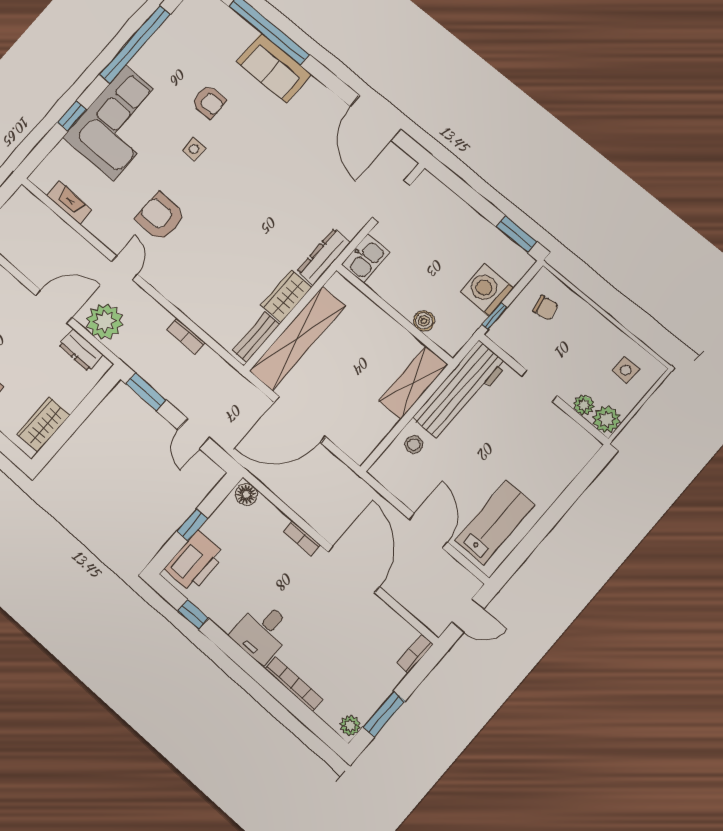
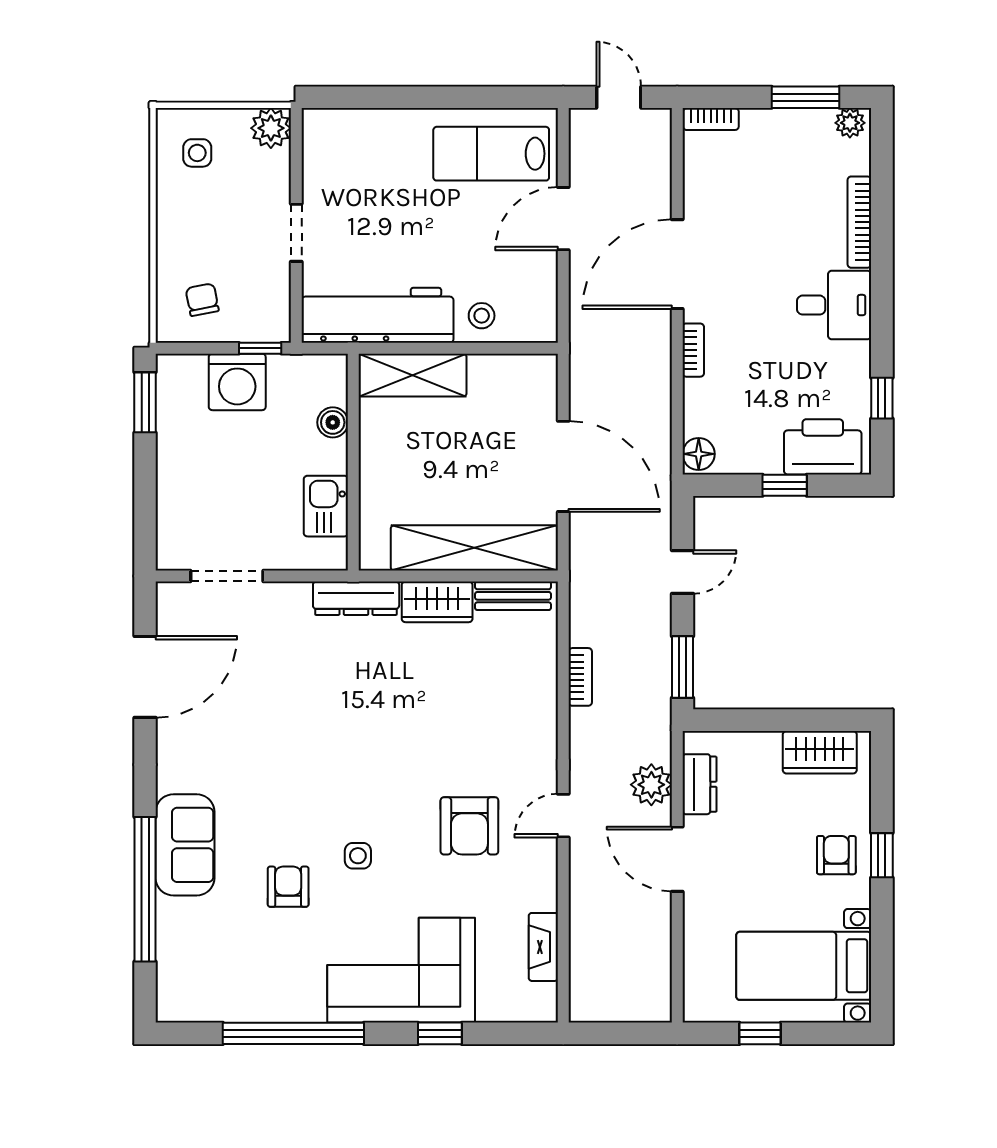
kitchen sink: (366, 259) -> (326, 506), moved, turned -90
plant: (105, 321) -> (651, 785), width x0.73, depth x0.73
plant: (584, 405) -> (276, 166), removed

